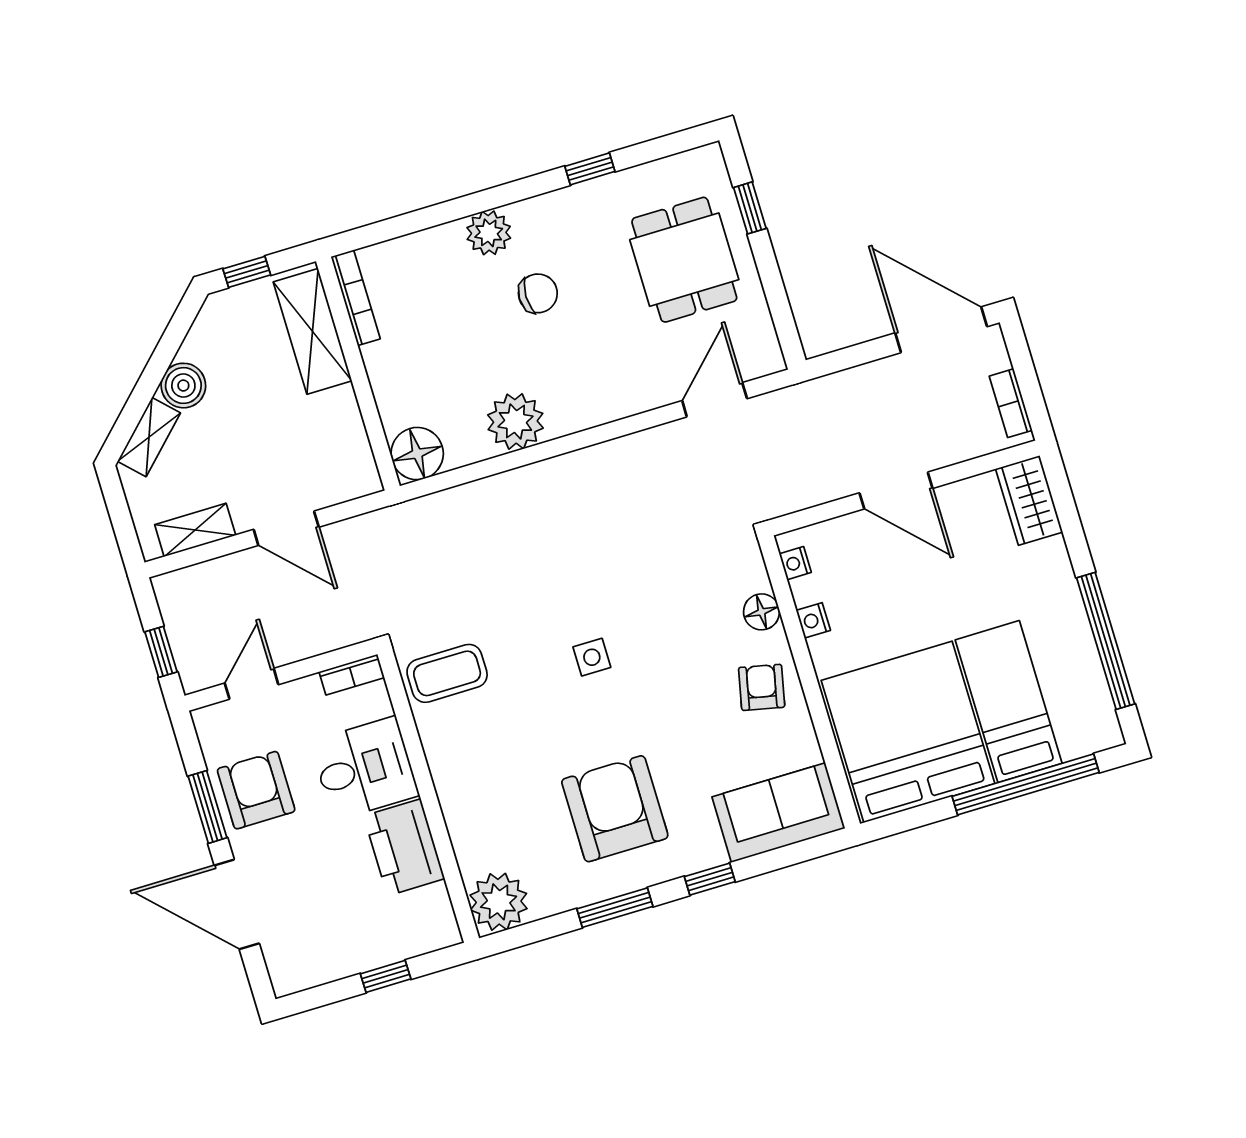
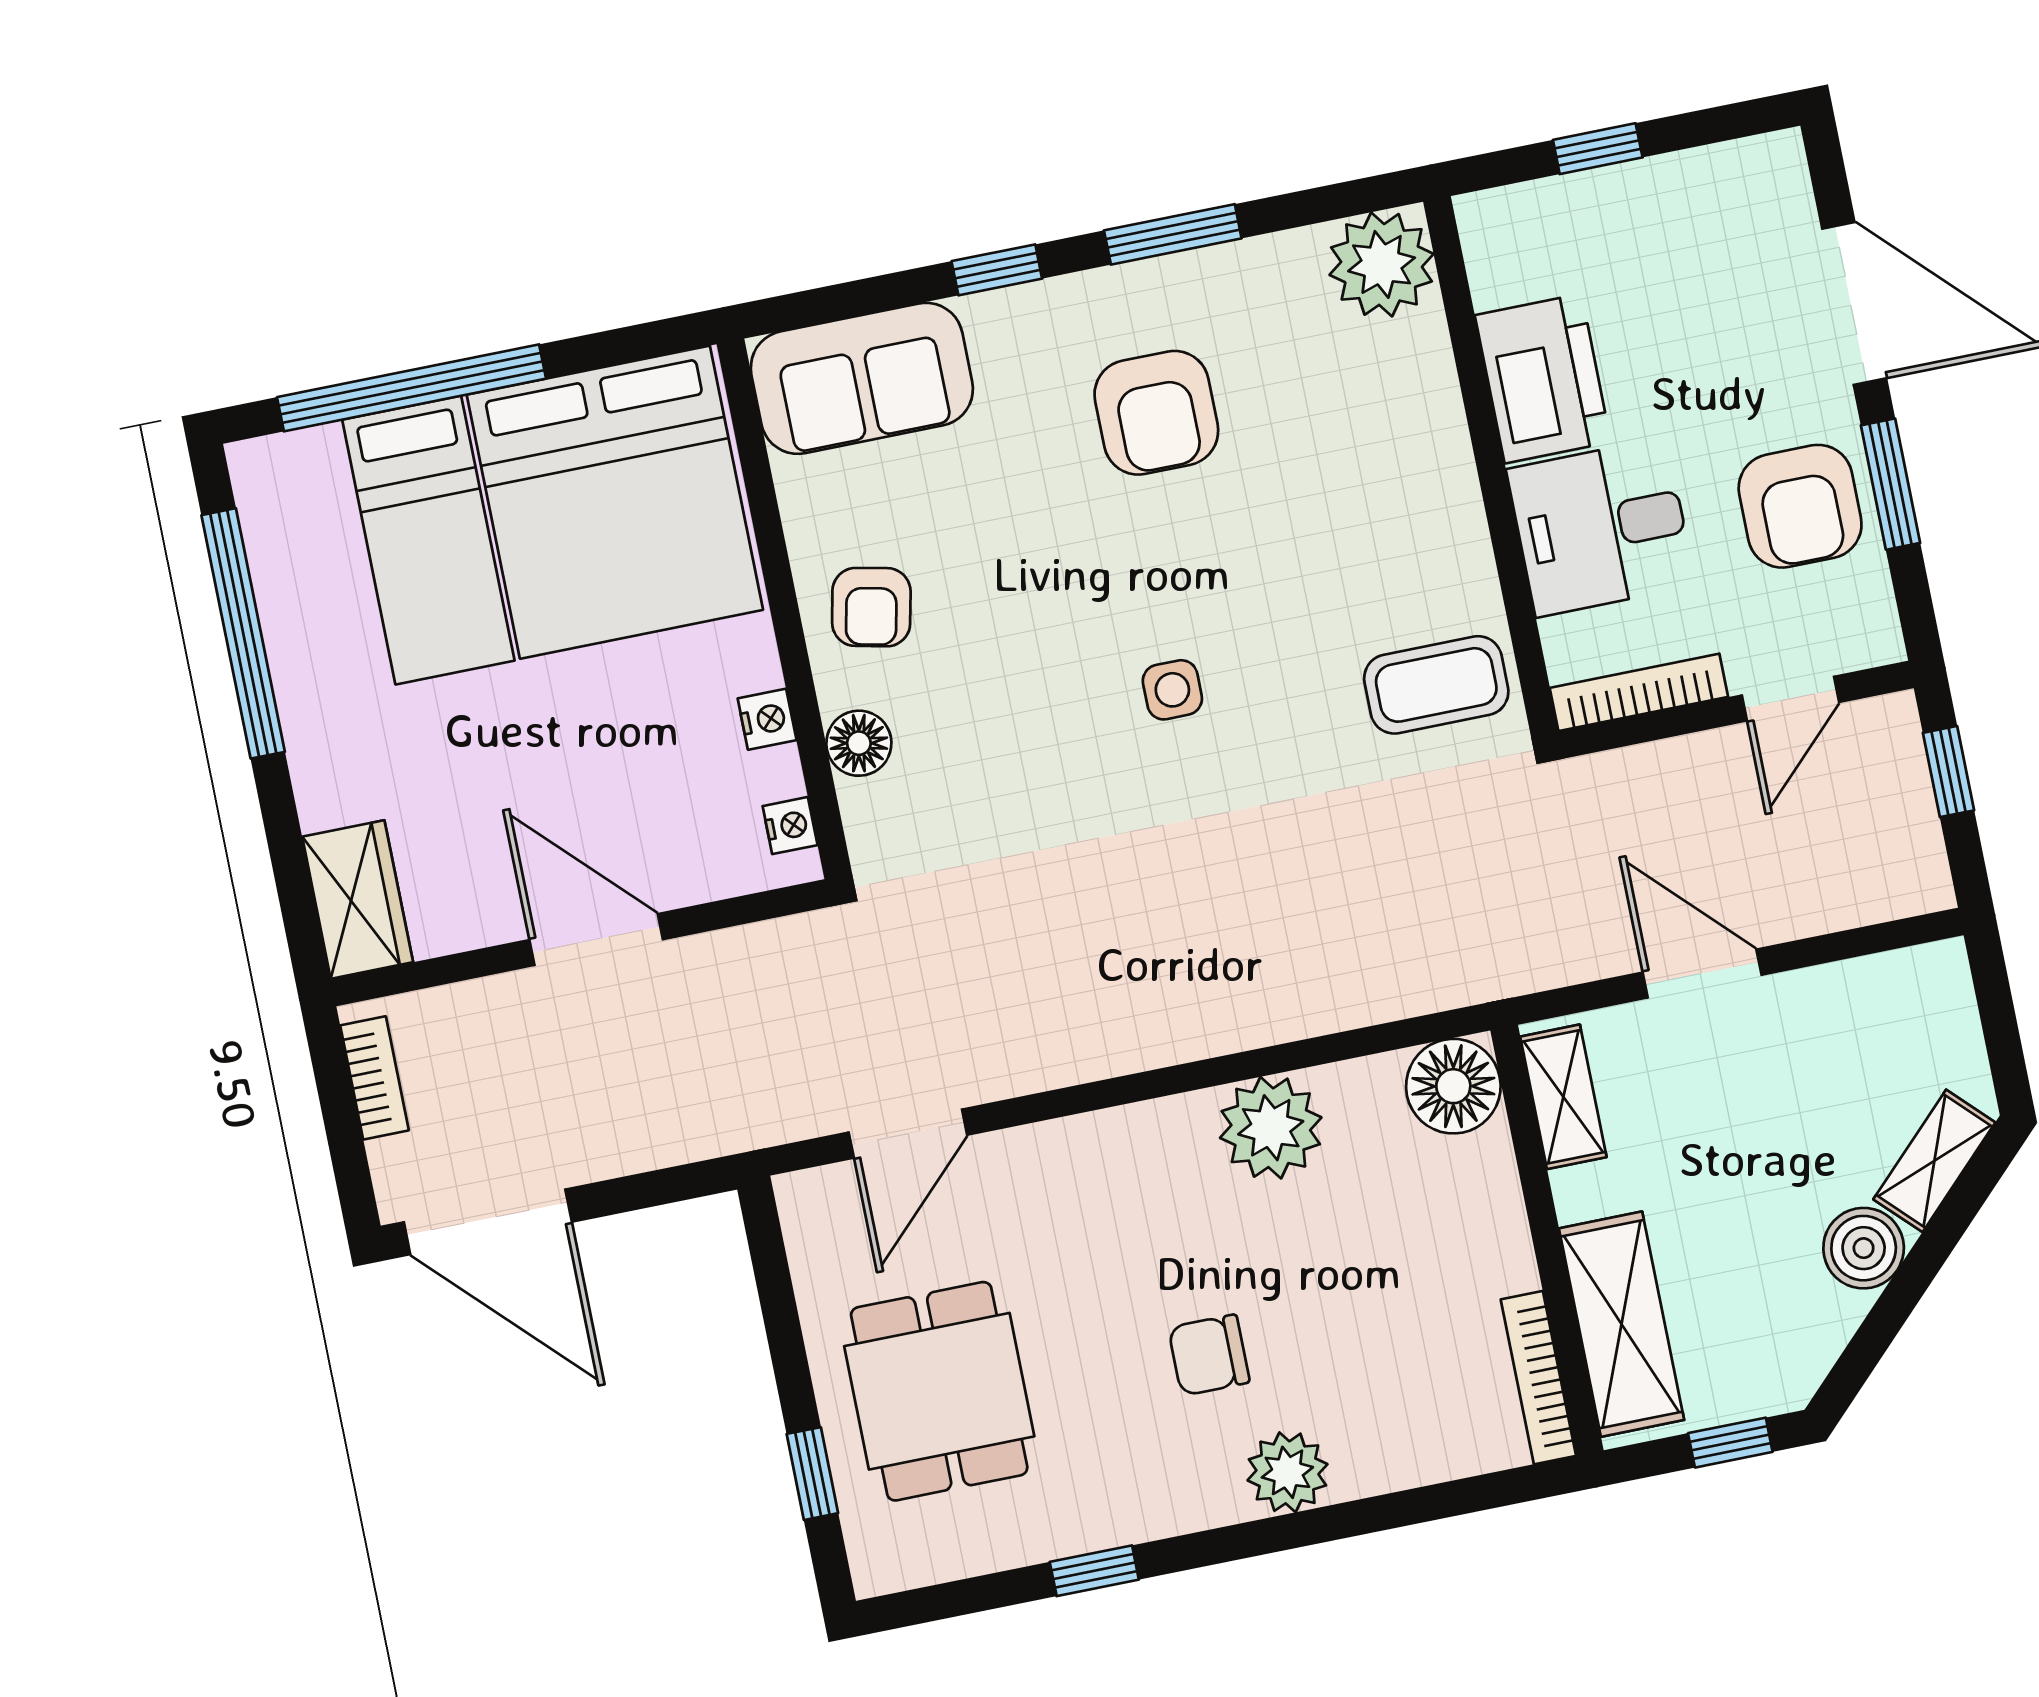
shelving: (195, 530) -> (1563, 1097), moved, turned 90
bookcase: (352, 675) -> (1639, 692), width x1.56
armchair: (615, 809) -> (1156, 413), width x0.73, depth x0.73

